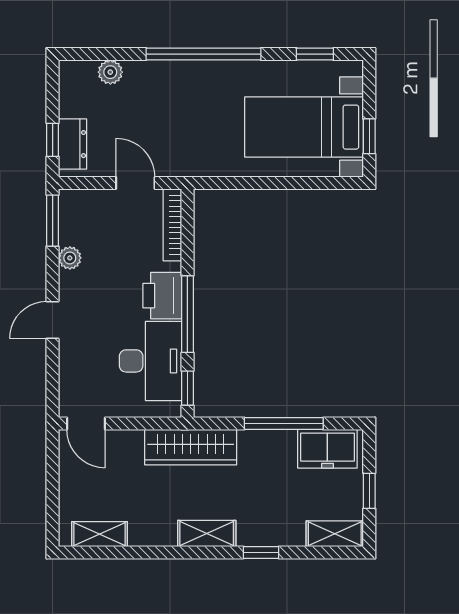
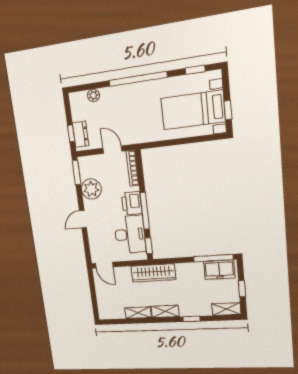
plant: (70, 258) -> (91, 189), width x1.88, depth x1.88
window: (284, 424) -> (213, 258), moved
shelving: (100, 534) -> (138, 313), moved

